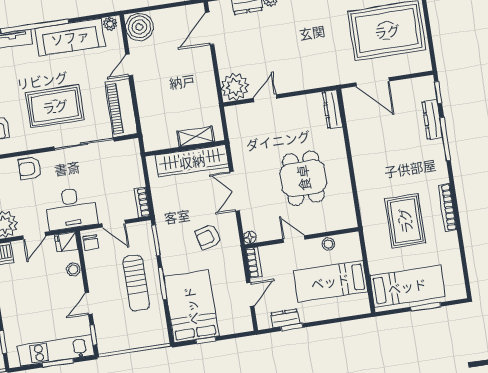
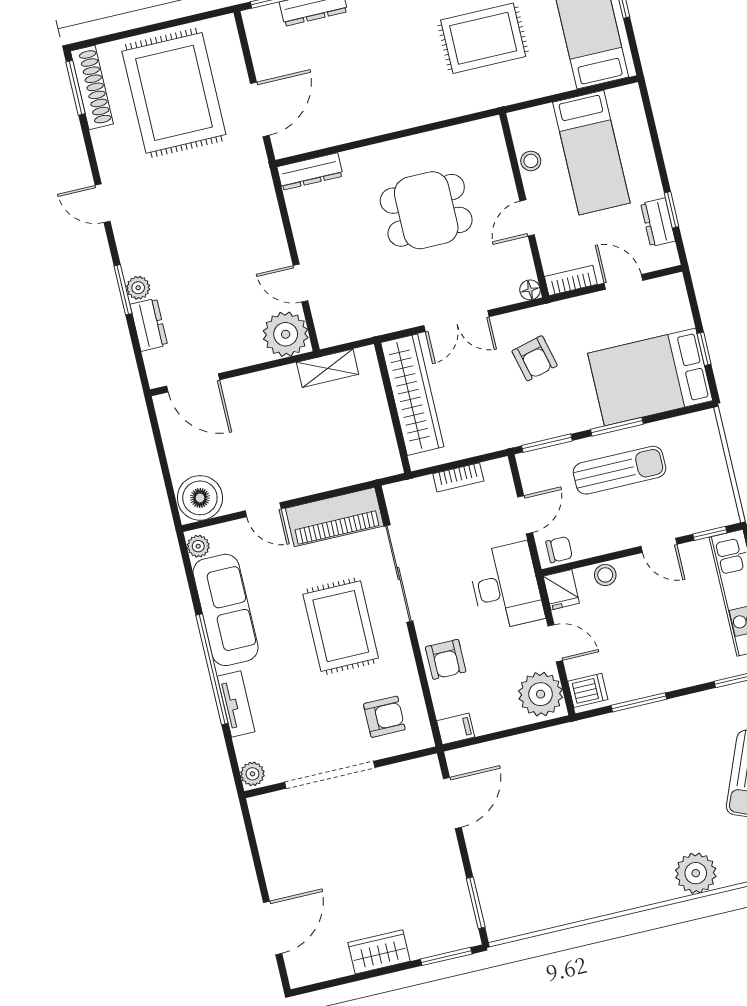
shelving: (196, 136) -> (328, 368), moved, turned 90
bookcase: (142, 202) -> (458, 477), moved

